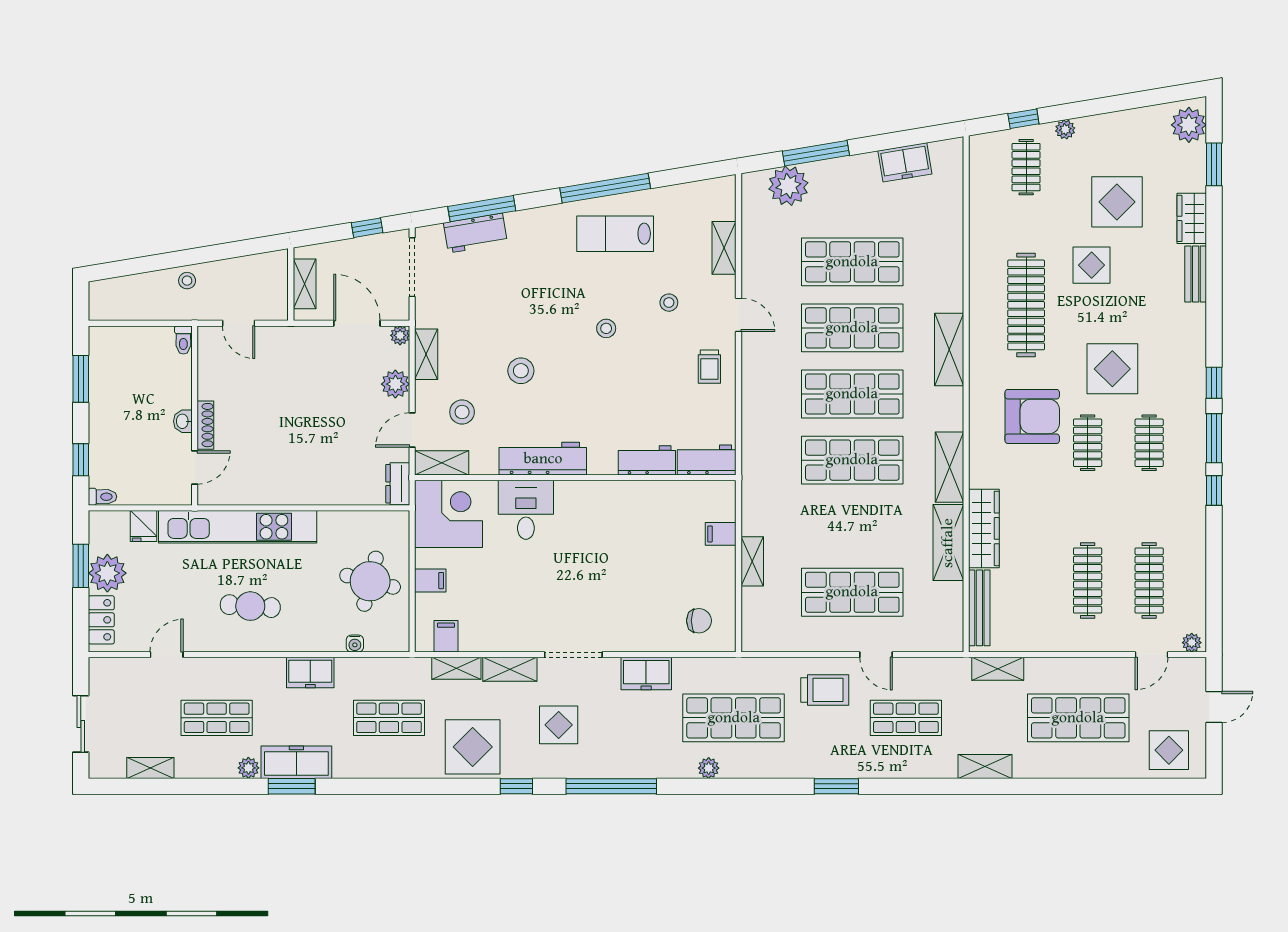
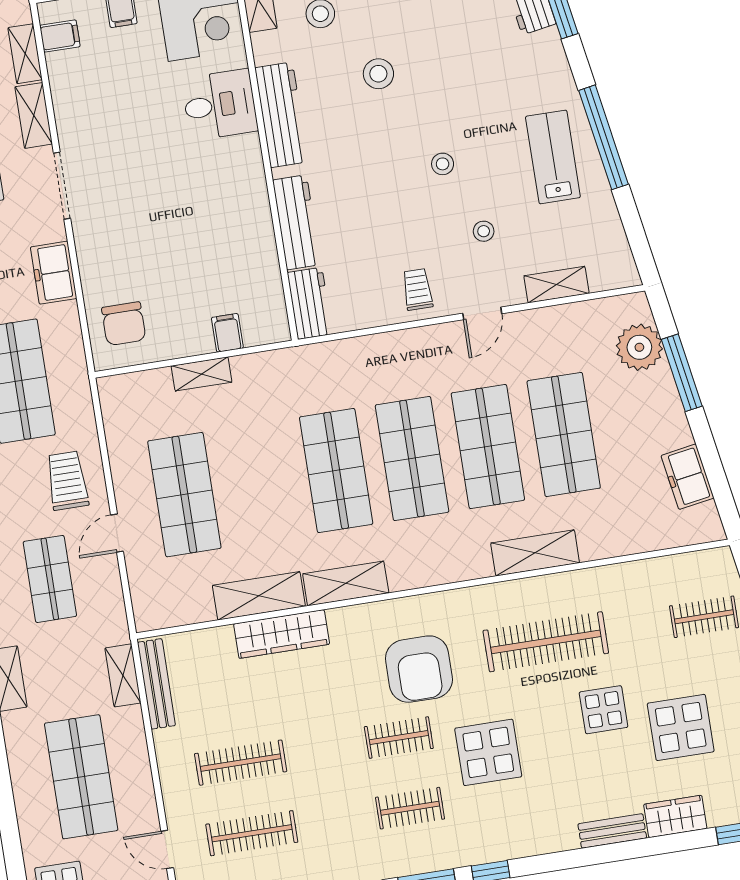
shelving: (949, 350) -> (535, 553), moved
trolley: (709, 367) -> (417, 289), turned 90
workbench: (647, 460) -> (297, 222), width x1.38
bench: (979, 608) -> (156, 684), moved, turned 90
chair: (699, 621) -> (124, 324), width x1.37, depth x1.37
trolley: (825, 690) -> (67, 481), turned 180

